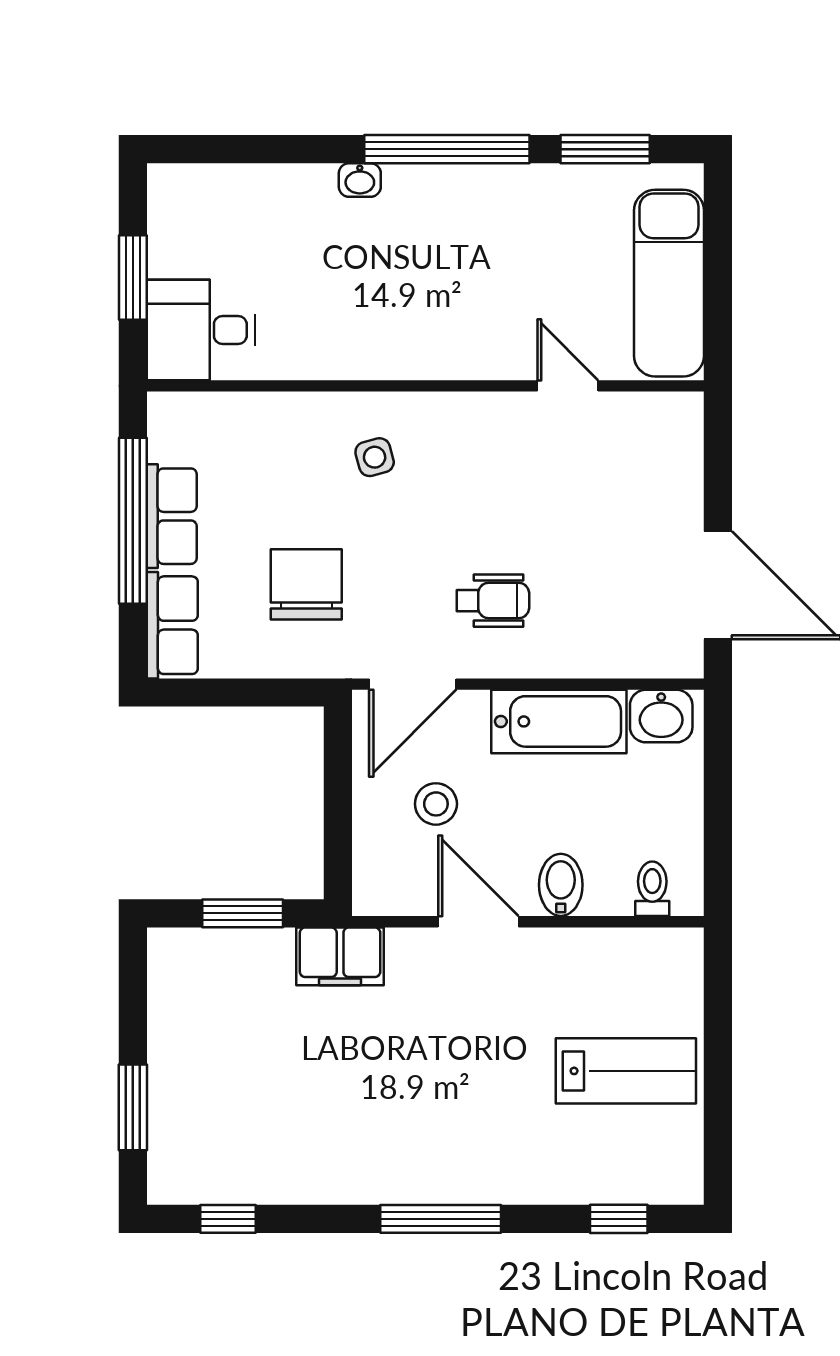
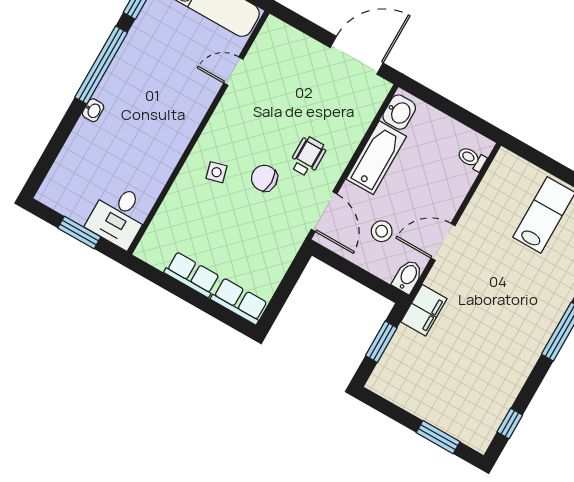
window: (133, 521) -> (184, 292), removed
chair: (306, 584) -> (264, 178), moved, width x0.73, depth x0.73
bidet: (561, 885) -> (408, 276), moved, turned 90

